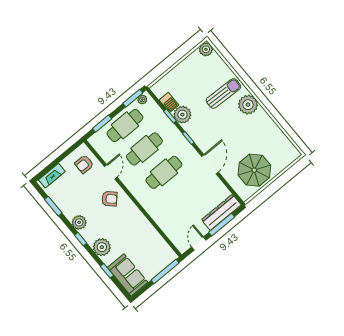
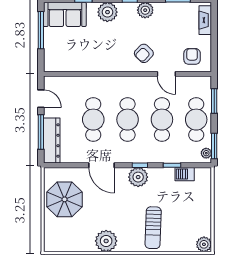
plant: (248, 105) -> (106, 241), moved
plant: (182, 115) -> (138, 177), moved
cafe table: (183, 196) -> (93, 120), added
window: (165, 272) -> (41, 30), moved

